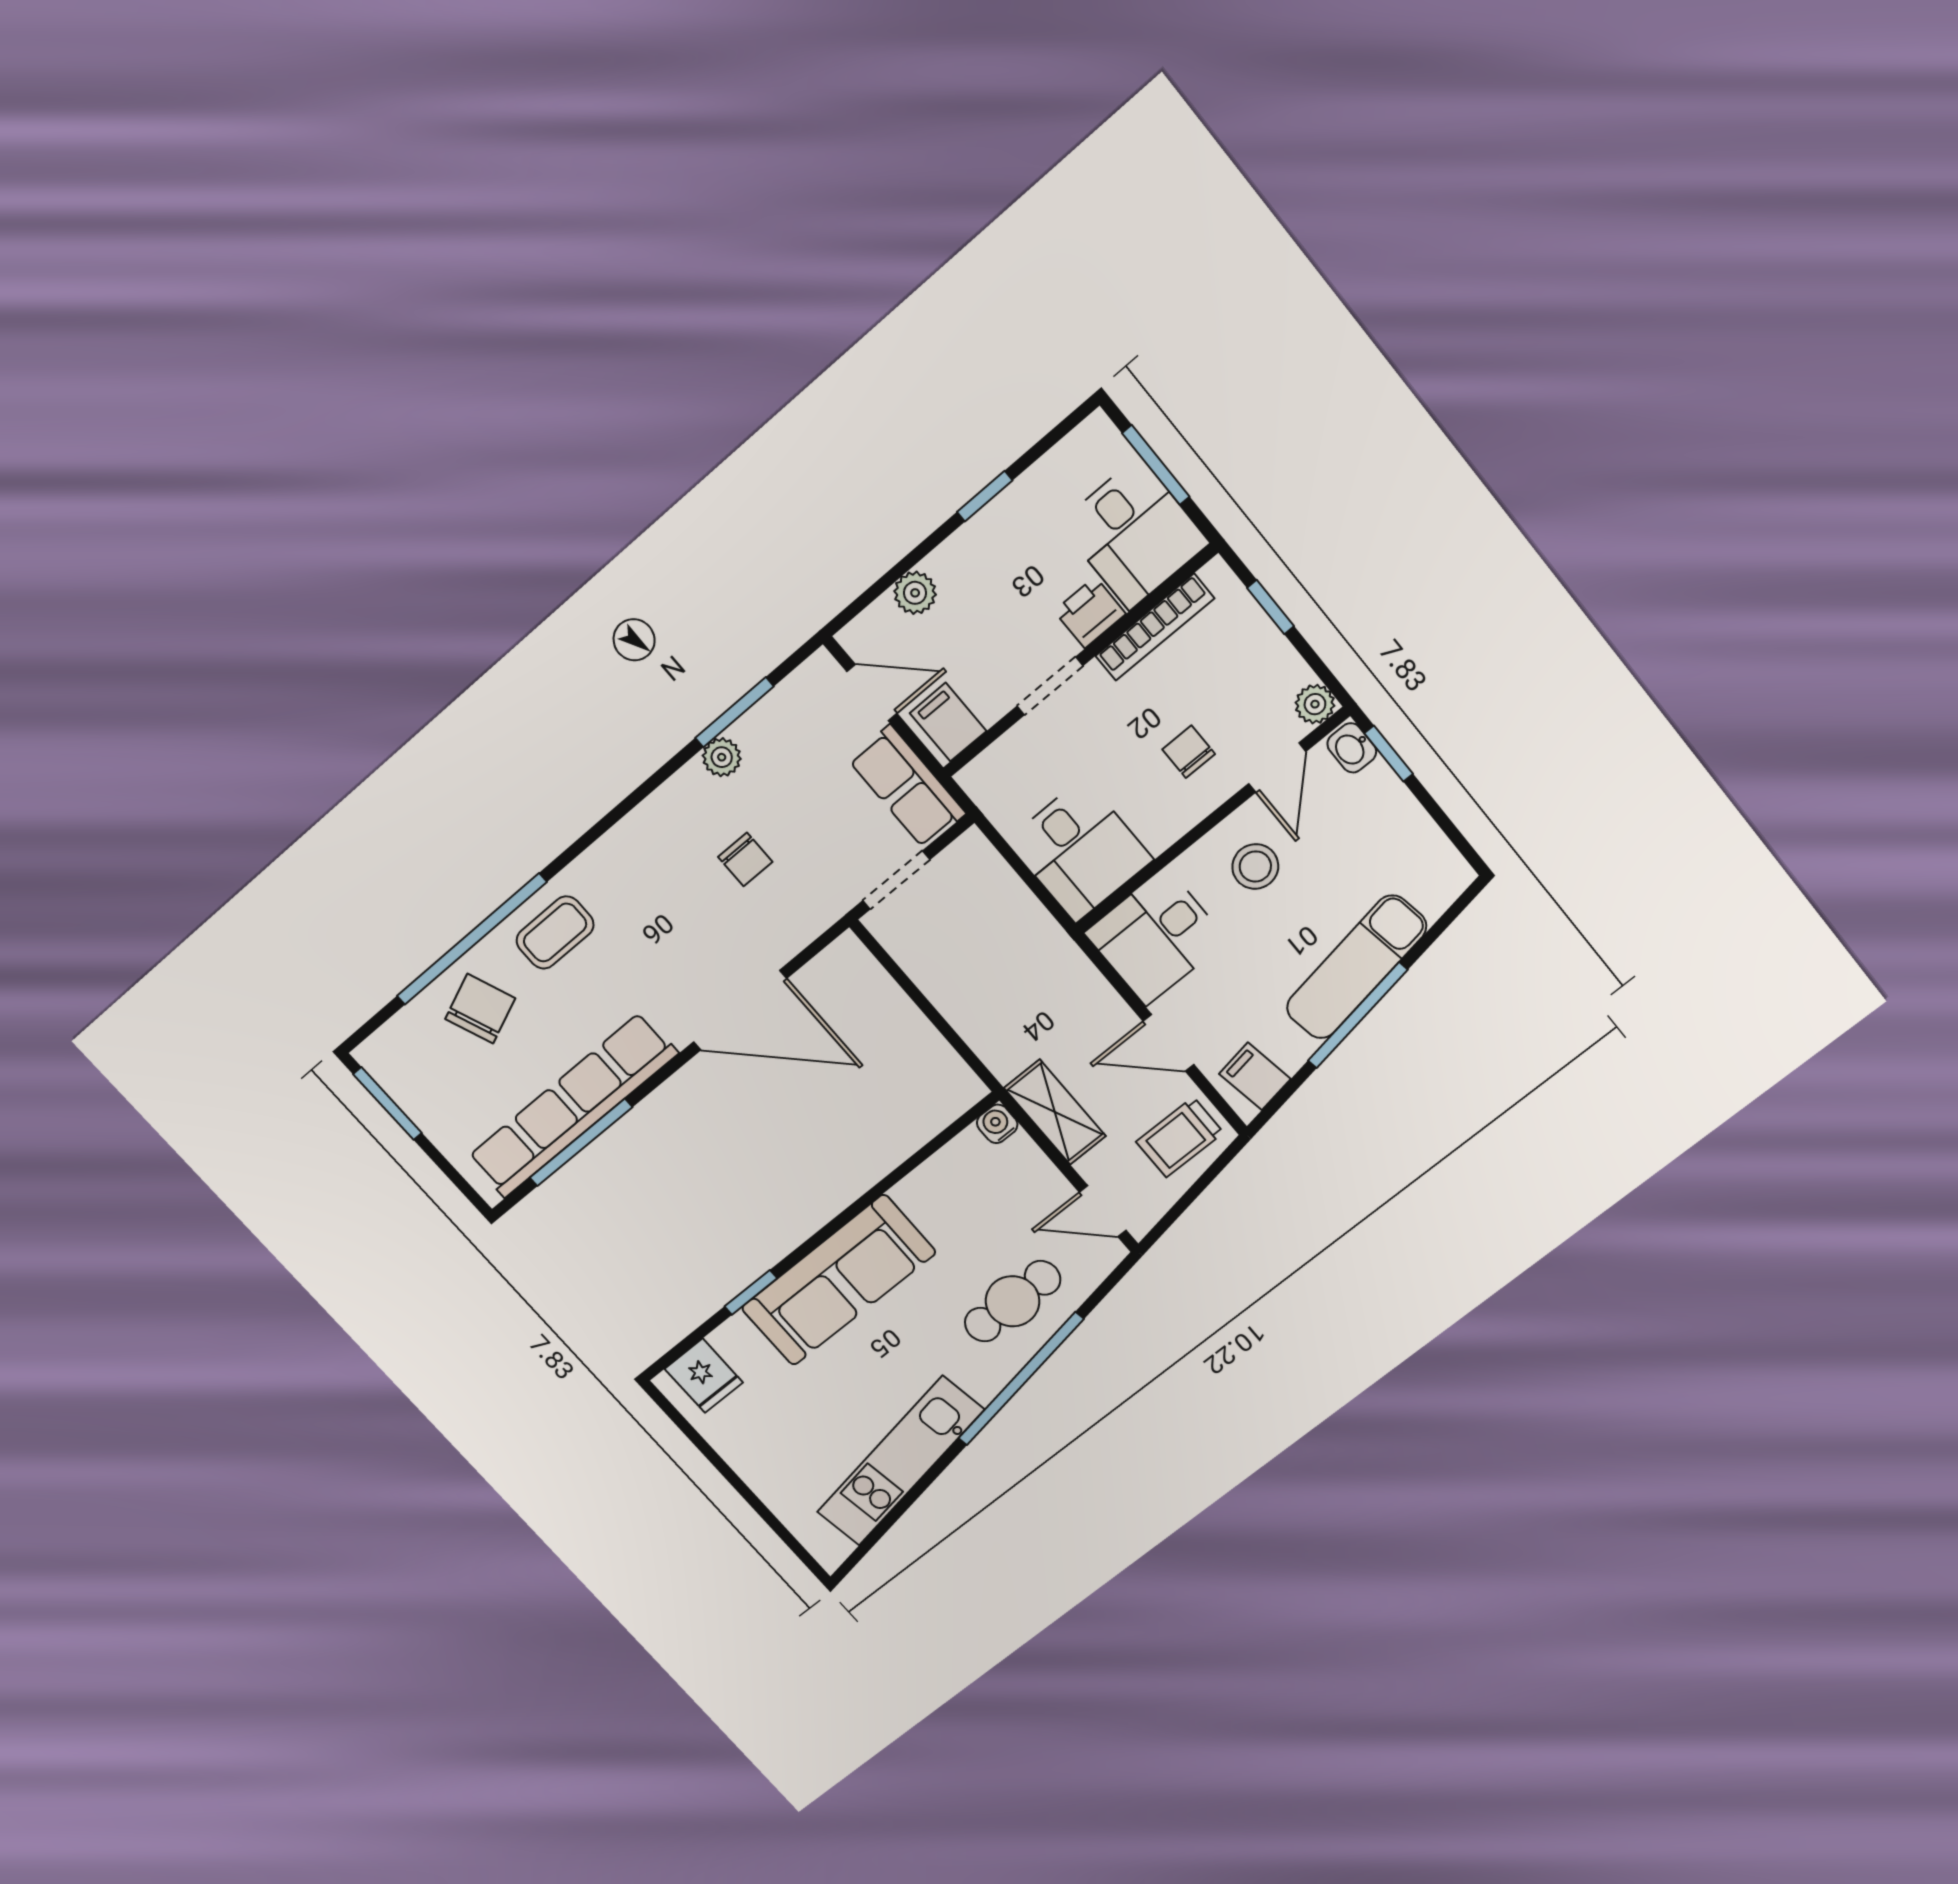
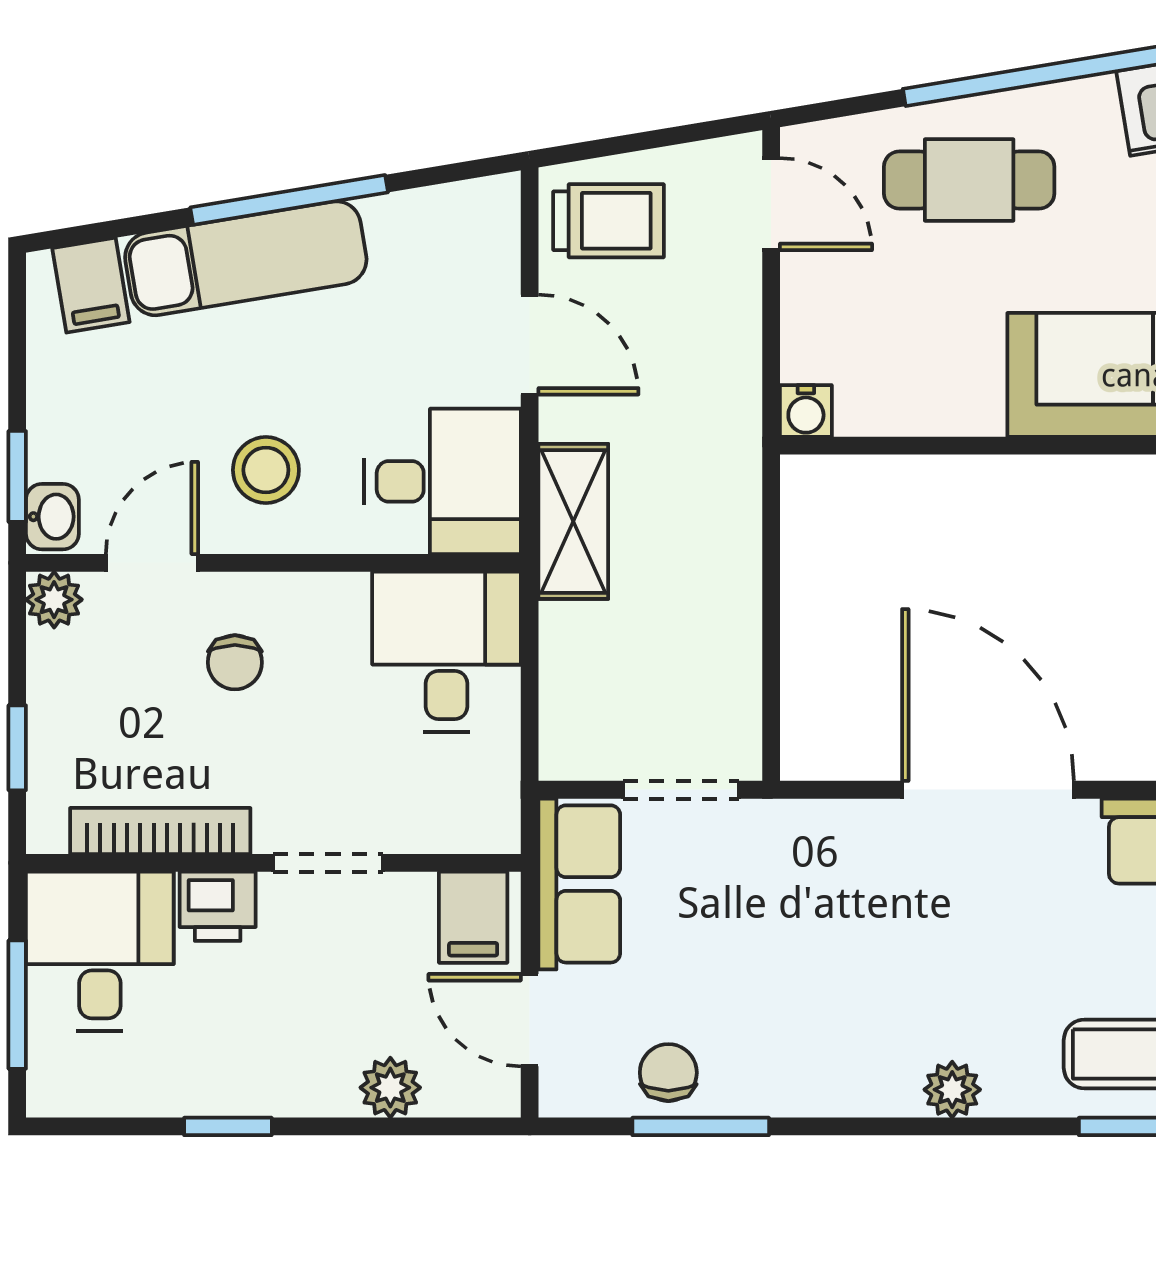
plant: (722, 757) -> (952, 1090), moved
chair: (745, 859) -> (668, 1073), moved
filing cabinet: (1255, 1076) -> (91, 285), moved
shelving: (1055, 1112) -> (573, 521), moved

